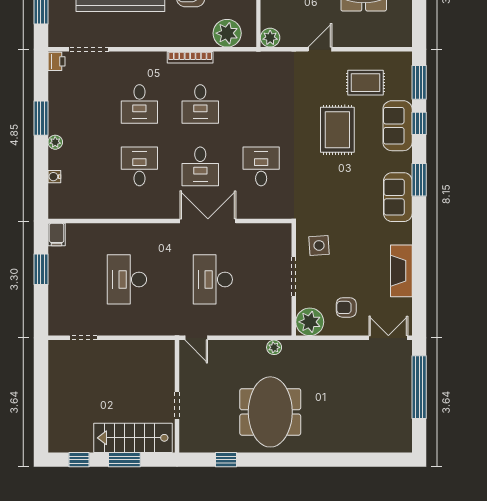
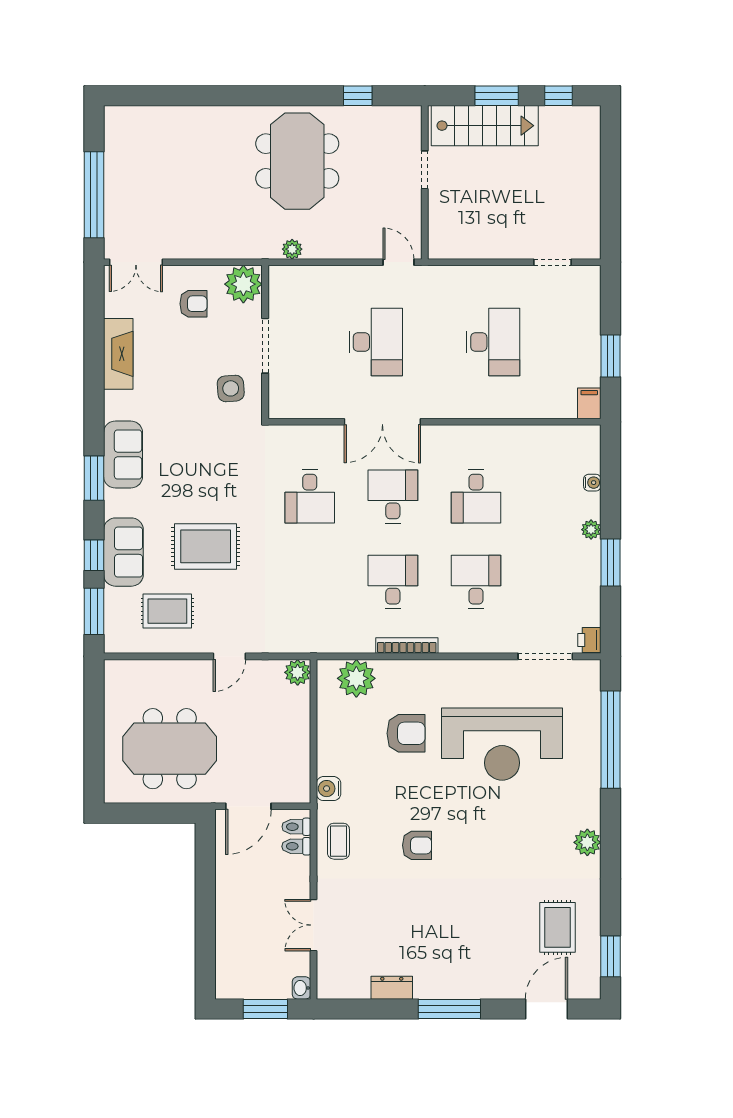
rug: (337, 130) -> (206, 546), turned 90

